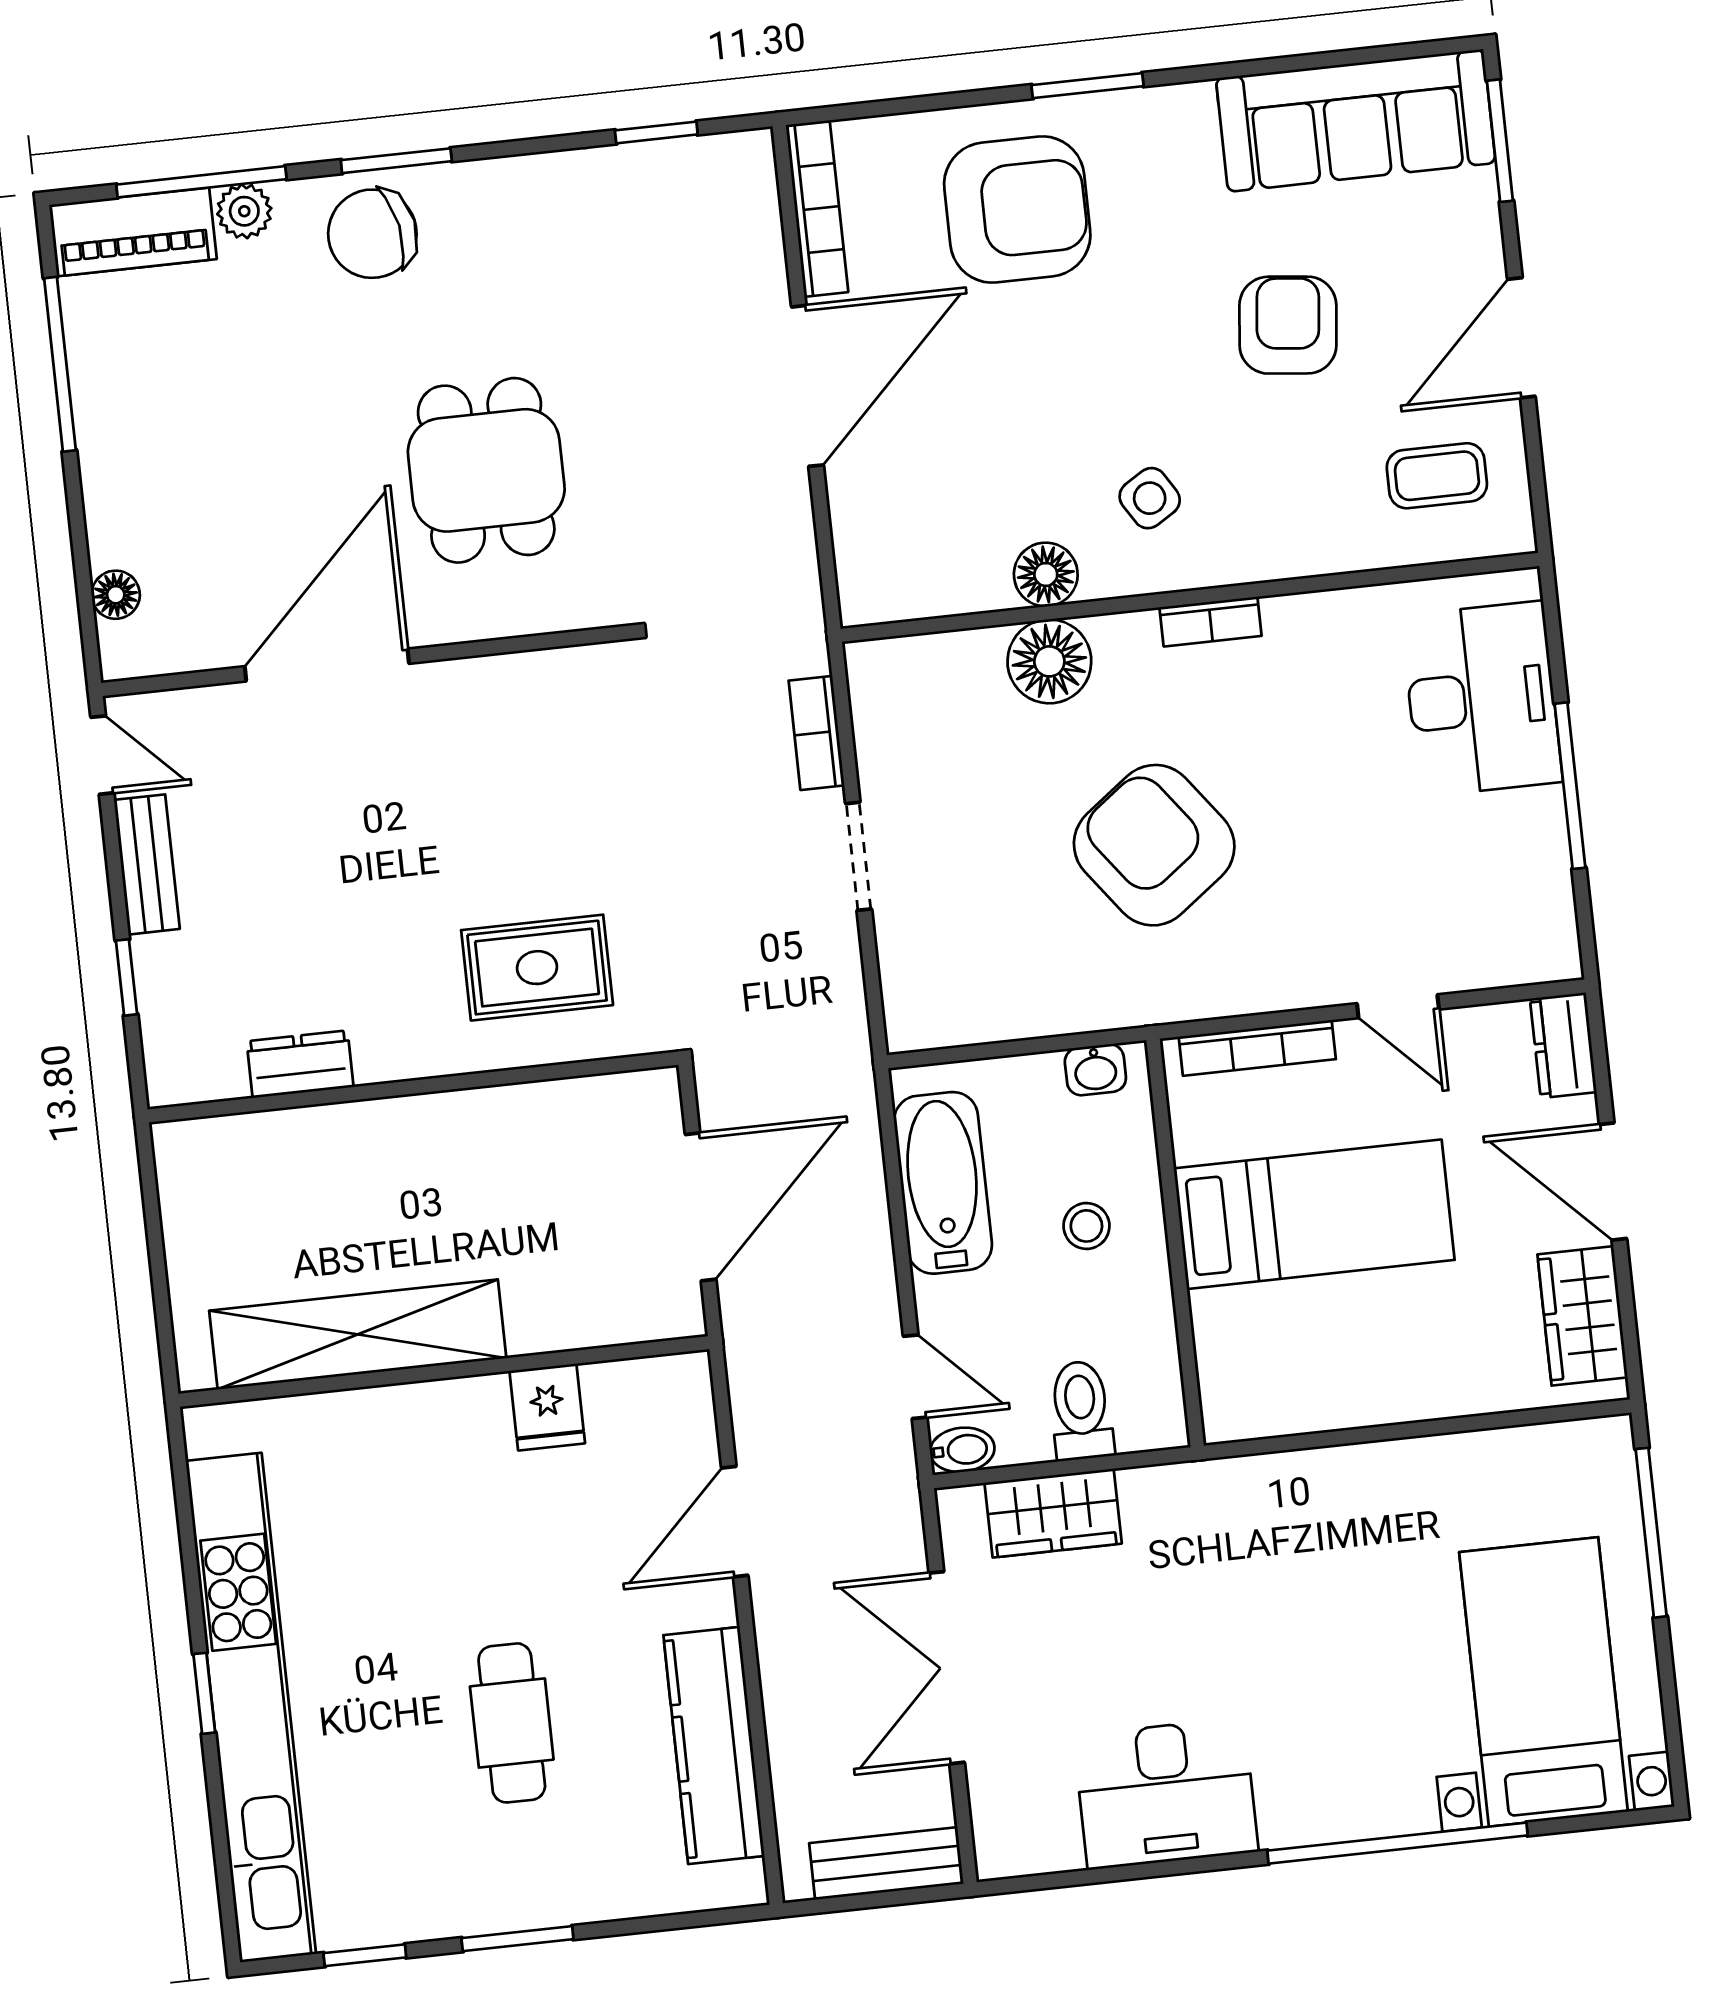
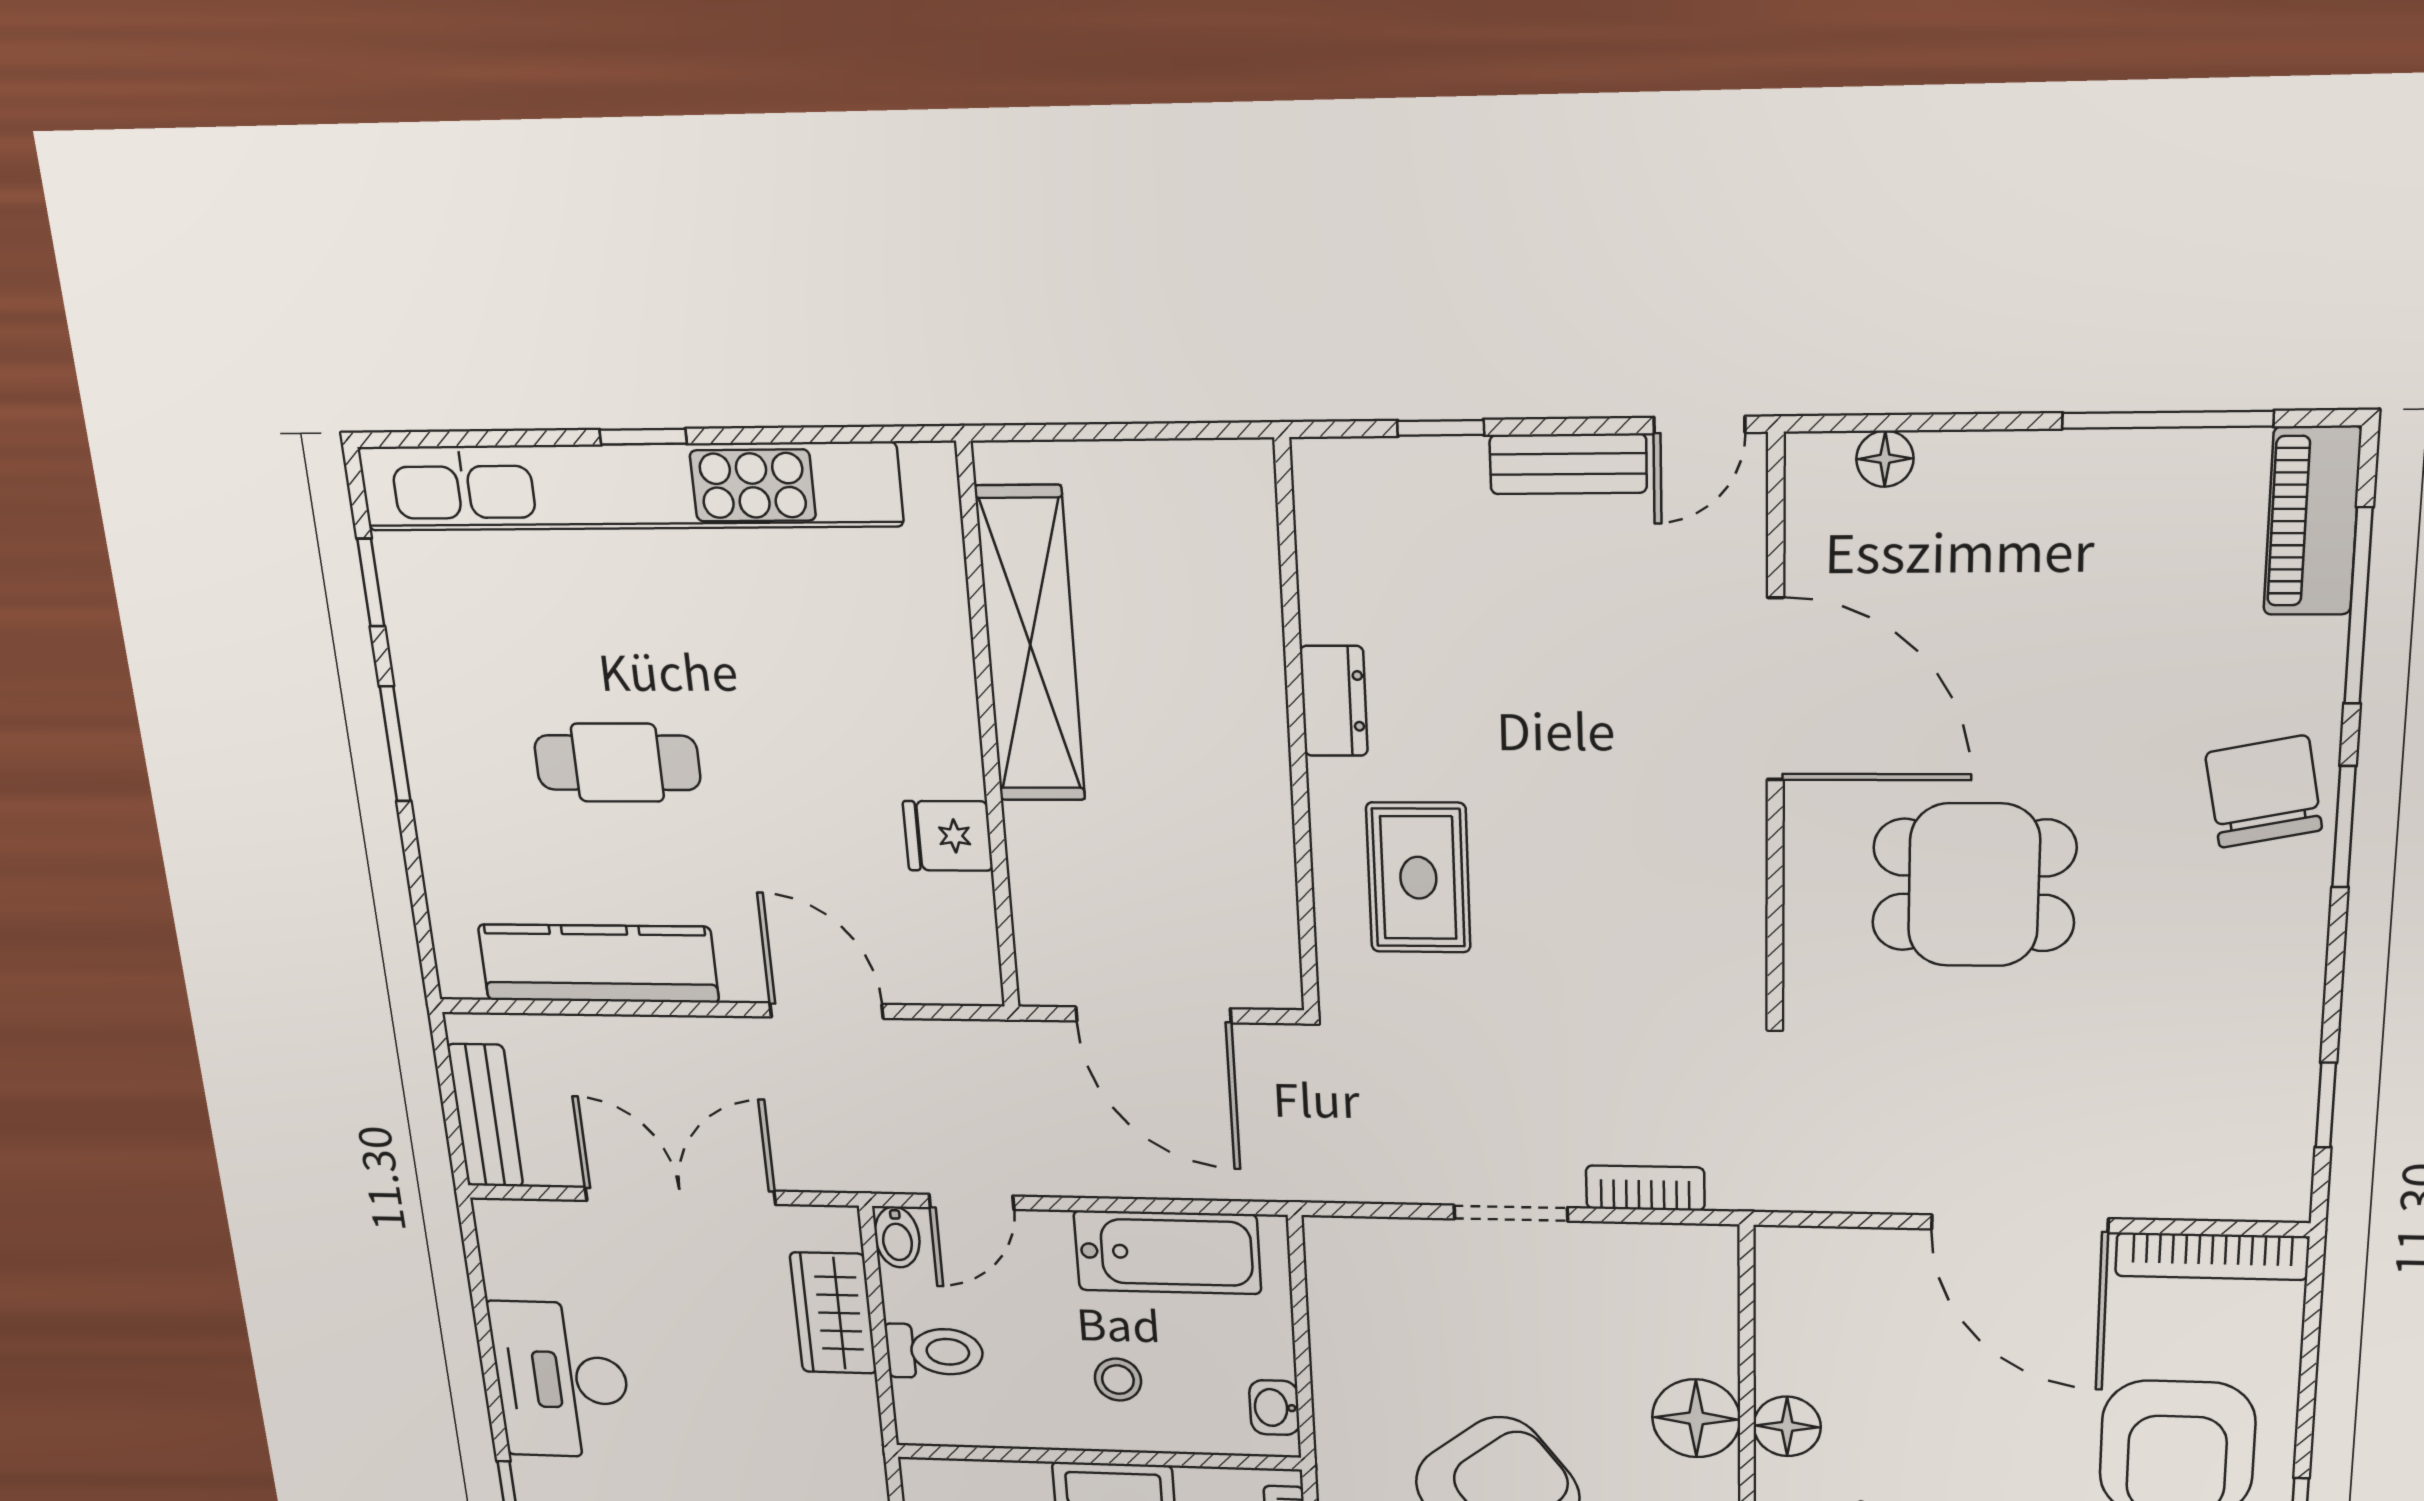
plant: (244, 211) -> (2315, 652), removed
dresser: (300, 1064) -> (1334, 701), moved

